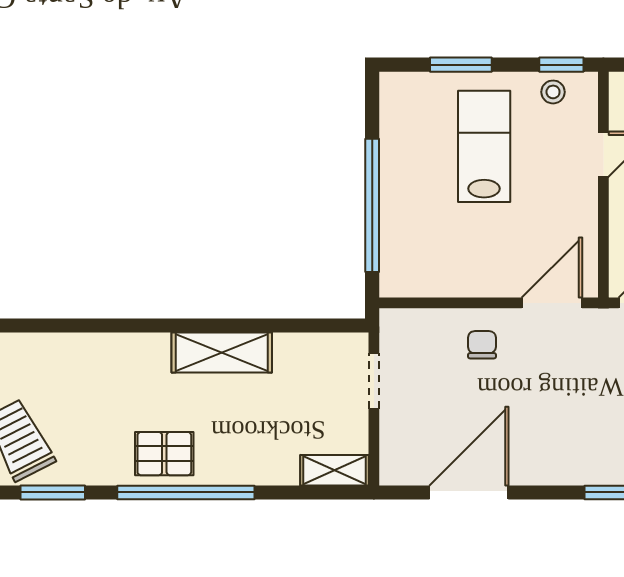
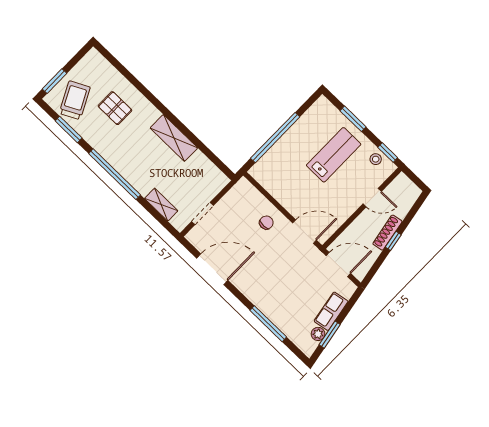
doorway: (374, 381) -> (203, 214), moved
pallet: (164, 454) -> (115, 108), moved
shelving: (335, 470) -> (161, 205), moved

